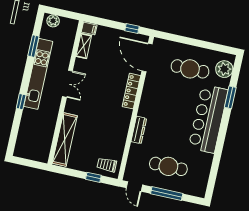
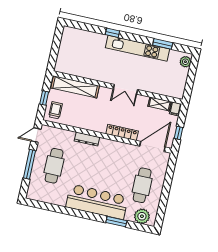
filing cabinet: (89, 29) -> (175, 109), moved
shelving: (84, 46) -> (160, 104), moved
double door: (67, 84) -> (125, 89), moved
wall: (66, 92) -> (118, 88), moved
shelving: (65, 139) -> (75, 87), moved

